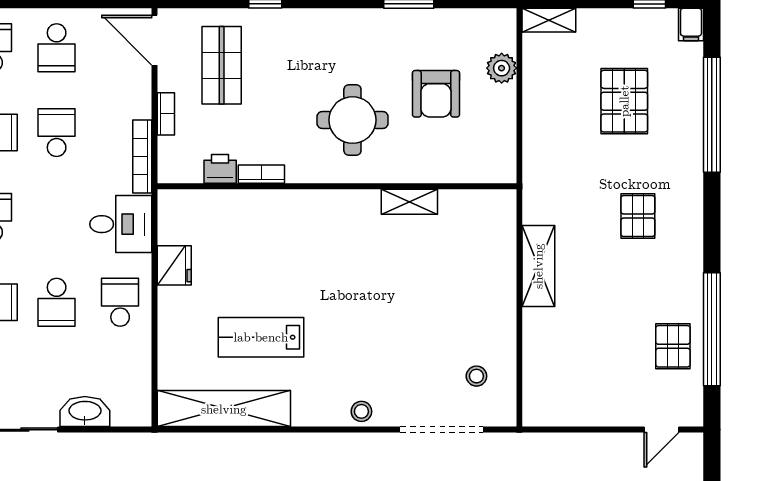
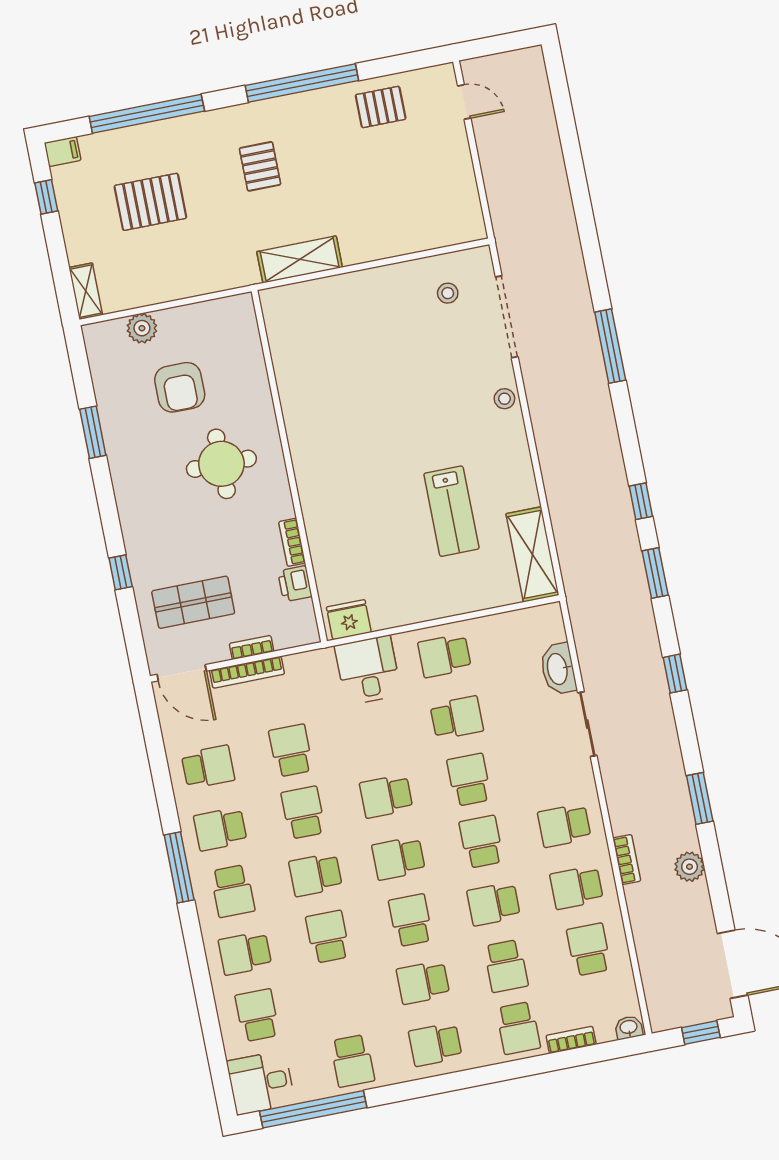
door: (154, 40) -> (182, 673), hinge flipped
armchair: (436, 94) -> (180, 387), turned 90
school desk: (57, 133) -> (291, 751), turned 90
bookcase: (142, 157) -> (247, 672), moved
shelving: (409, 202) -> (290, 392), removed
pallet: (638, 216) -> (260, 166), turned 90
fridge: (174, 265) -> (349, 620), moved
shelving: (538, 266) -> (300, 259), moved
window: (712, 329) -> (302, 83), moved
shelving: (224, 409) -> (532, 554), width x0.68

